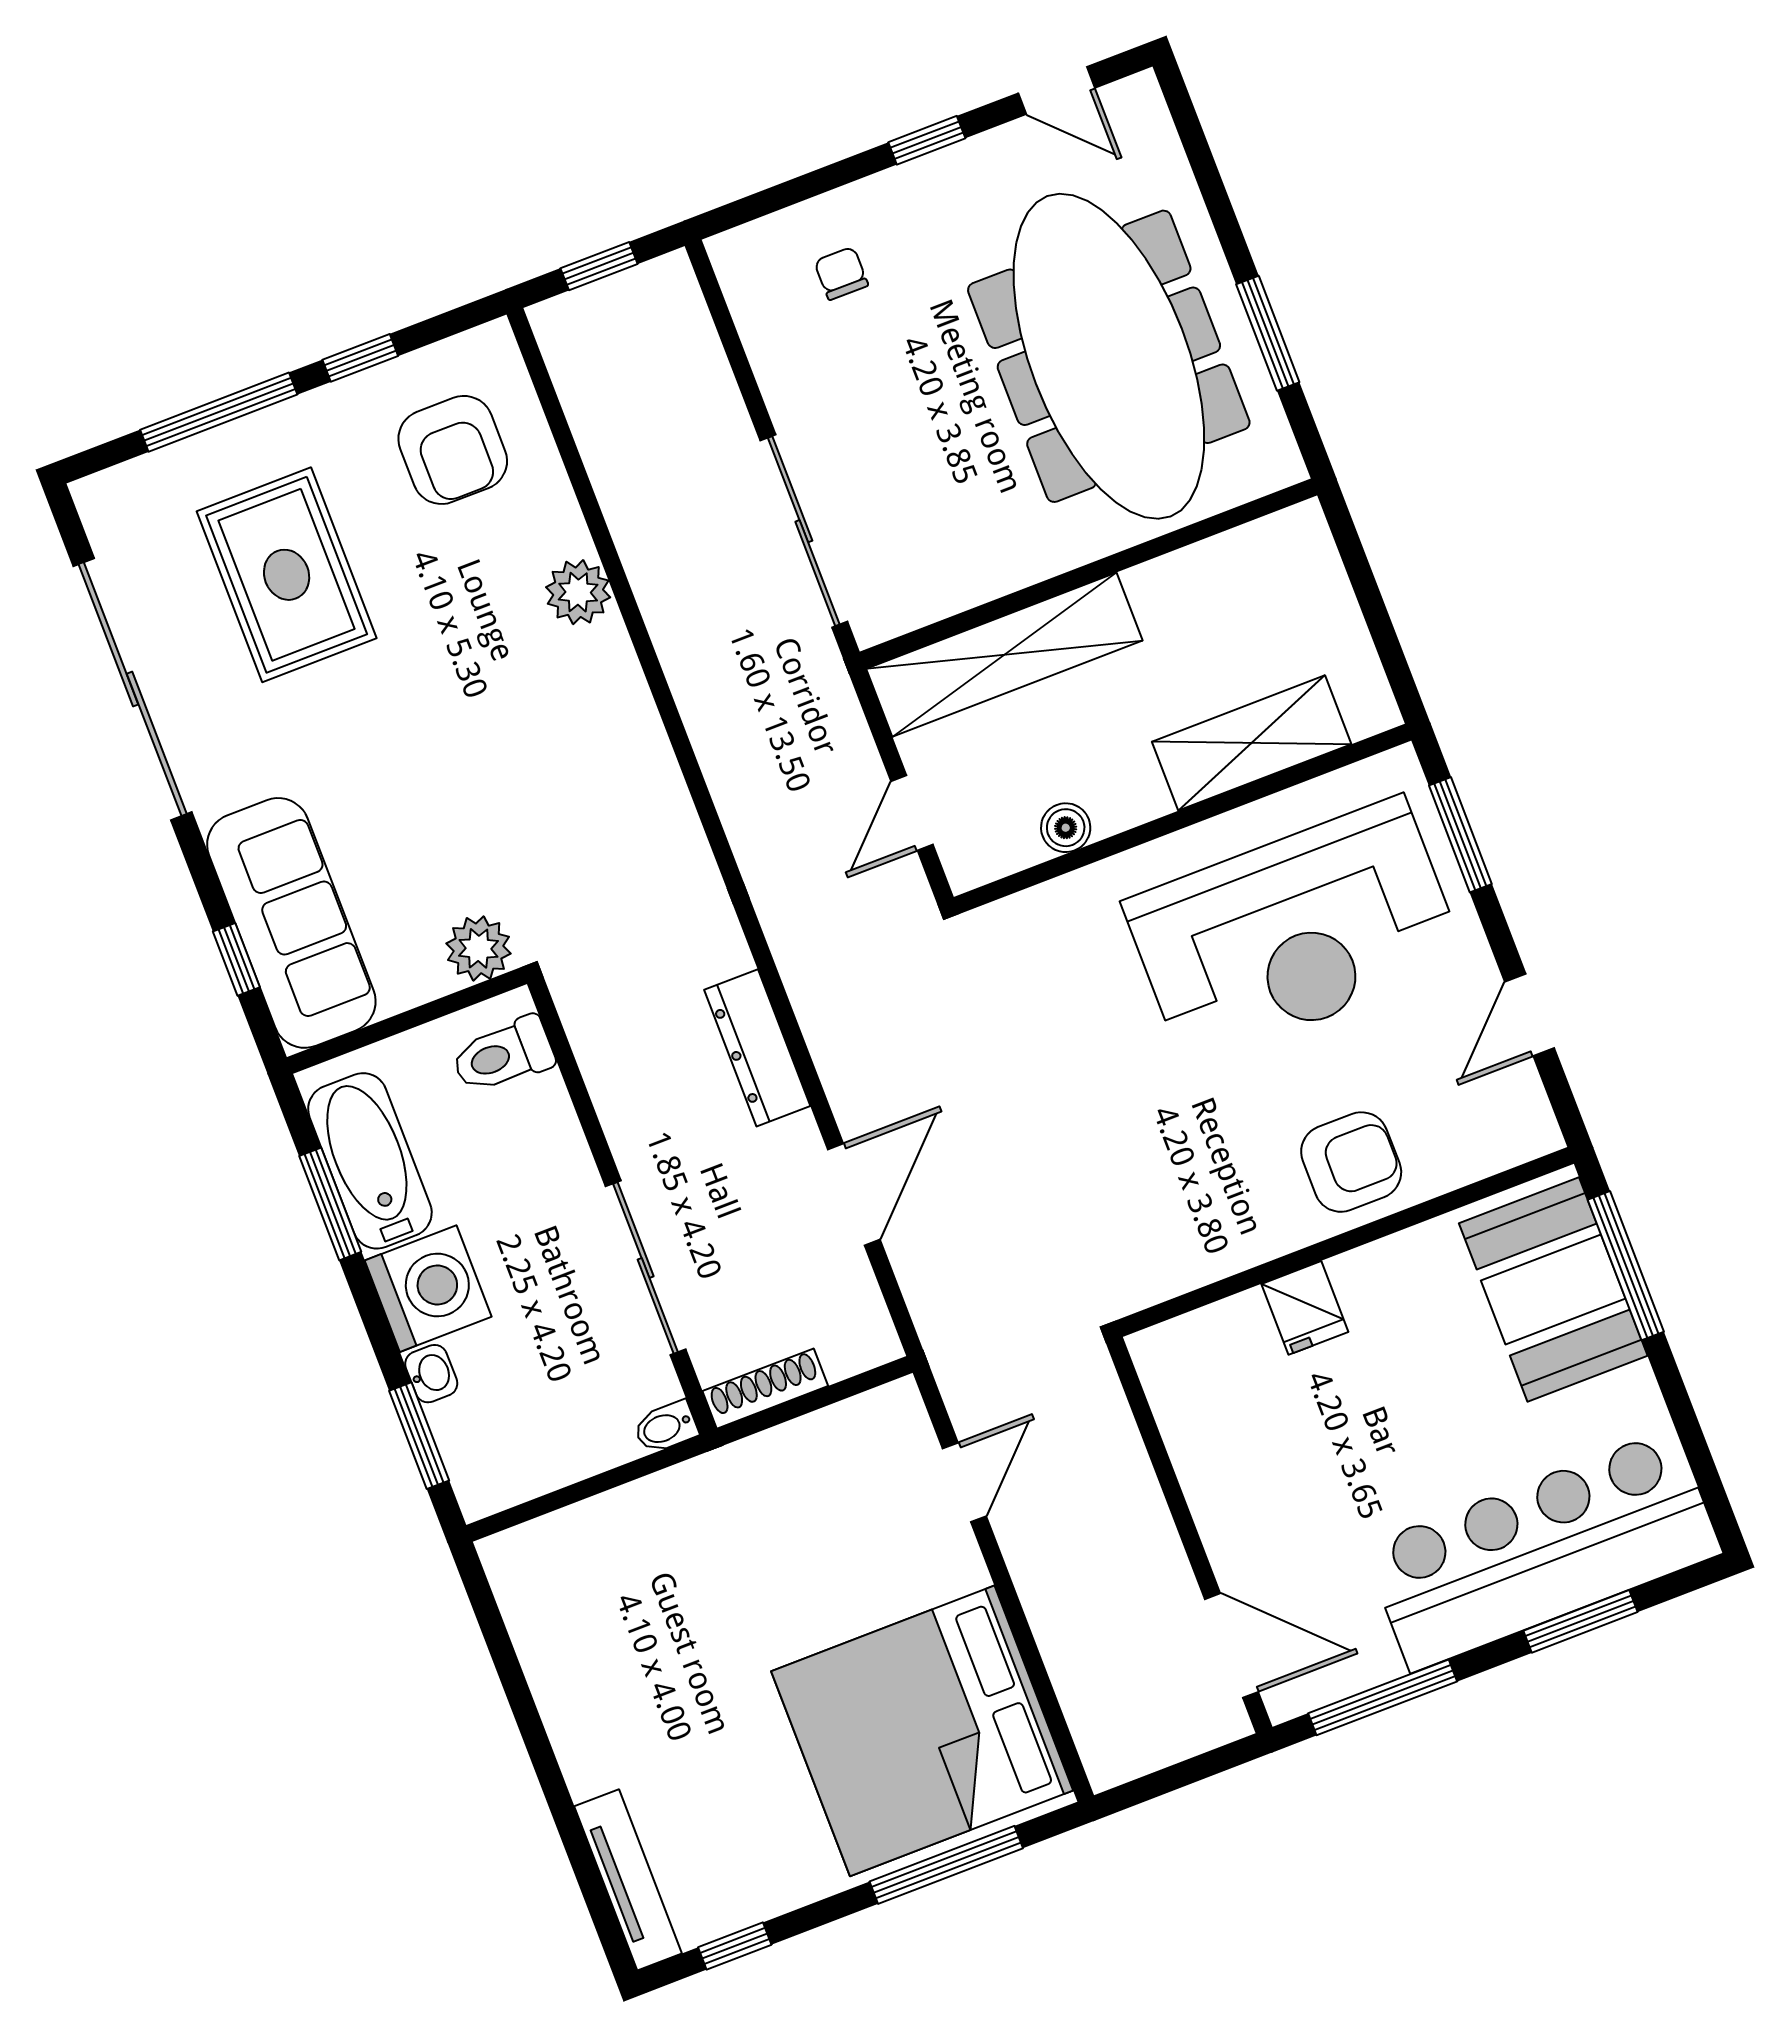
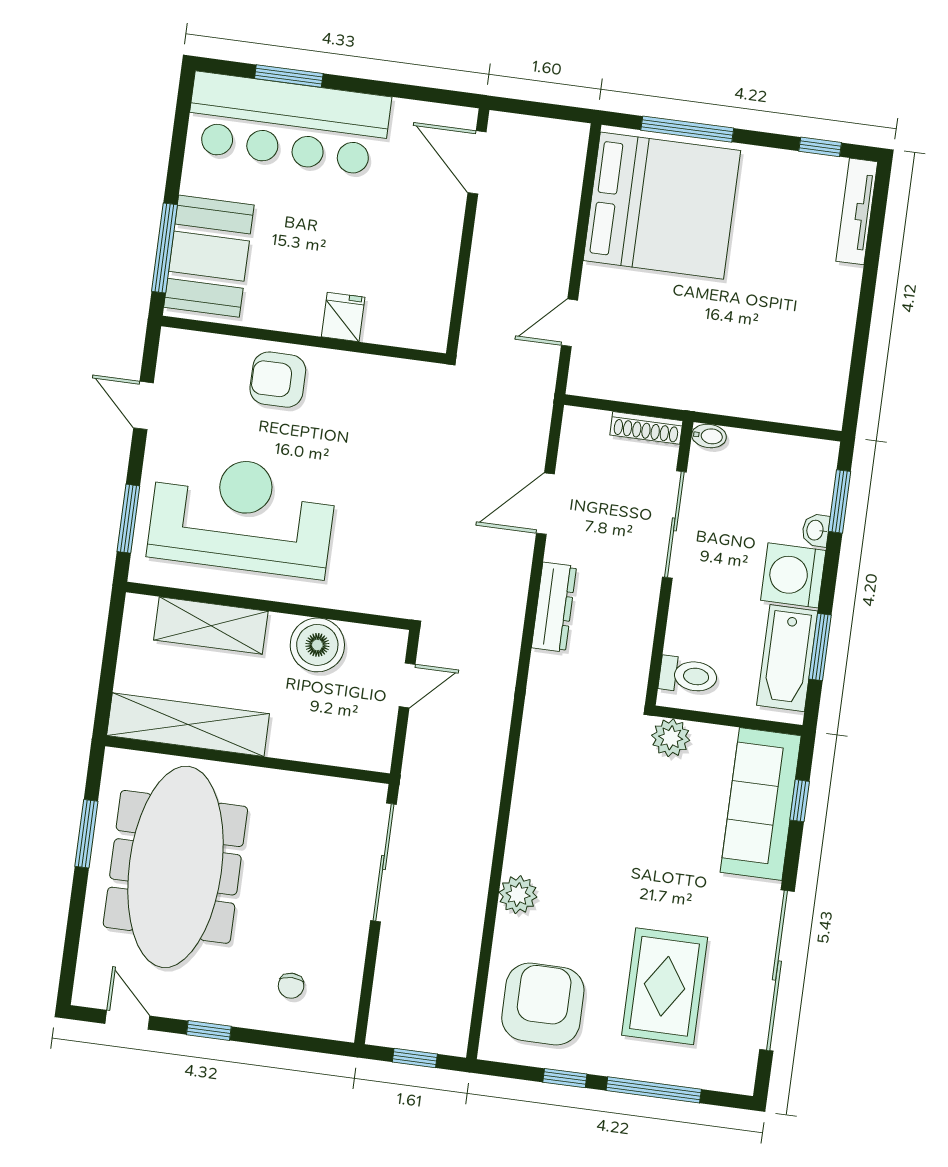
armchair: (453, 450) -> (543, 1004), width x1.36, depth x1.36
shelving: (1004, 655) -> (188, 725), moved
boiler: (1066, 828) -> (317, 645), width x1.86, depth x1.86
door: (1530, 1015) -> (143, 405), swing flipped
window: (1383, 1697) -> (413, 93), removed

